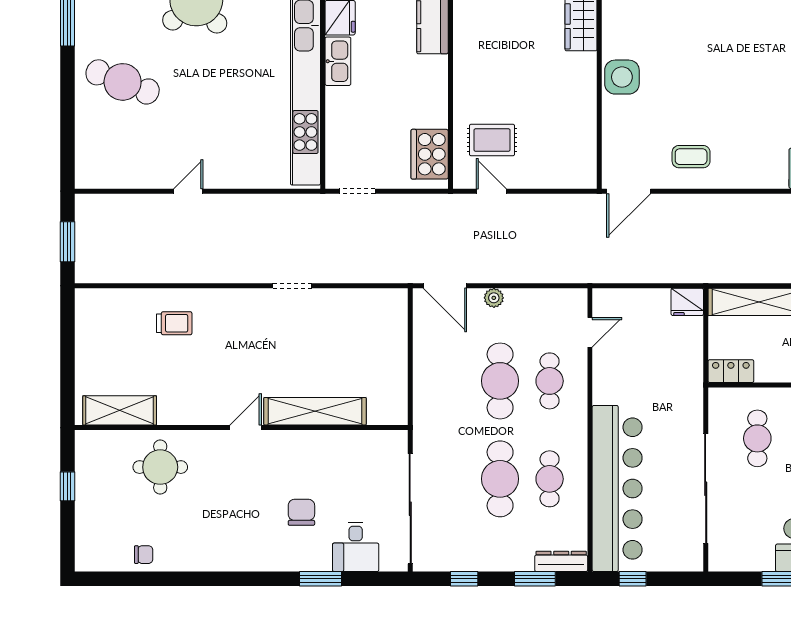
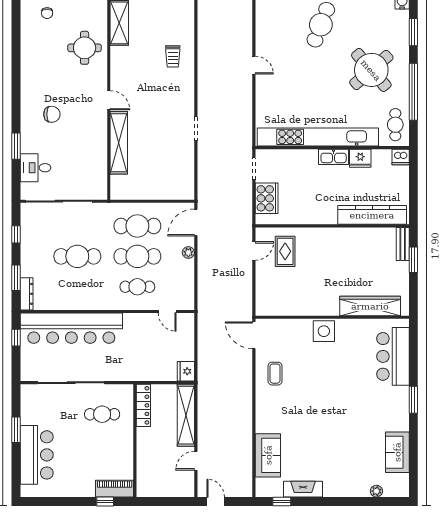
cooker: (430, 154) -> (267, 198), moved, turned 90
locker: (731, 371) -> (143, 405), width x1.53
cafe table: (550, 479) -> (137, 226), moved, width x1.37, depth x1.35
chair: (301, 512) -> (52, 114), moved
chair: (144, 555) -> (47, 13), moved

